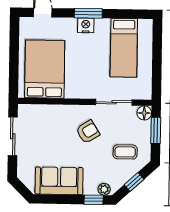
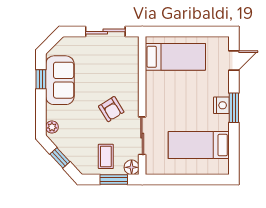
bed: (45, 69) -> (175, 57), width x0.67
coffee table: (125, 152) -> (106, 156), moved
window: (94, 200) -> (41, 79), moved

